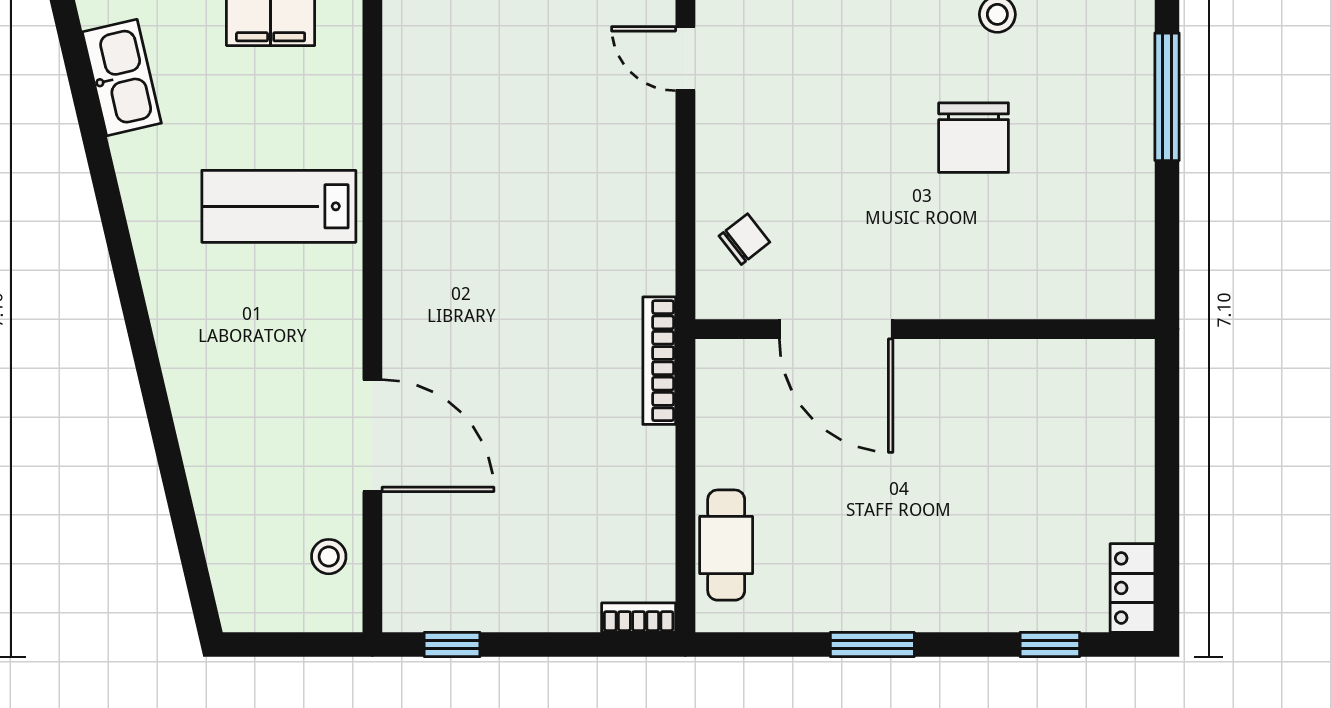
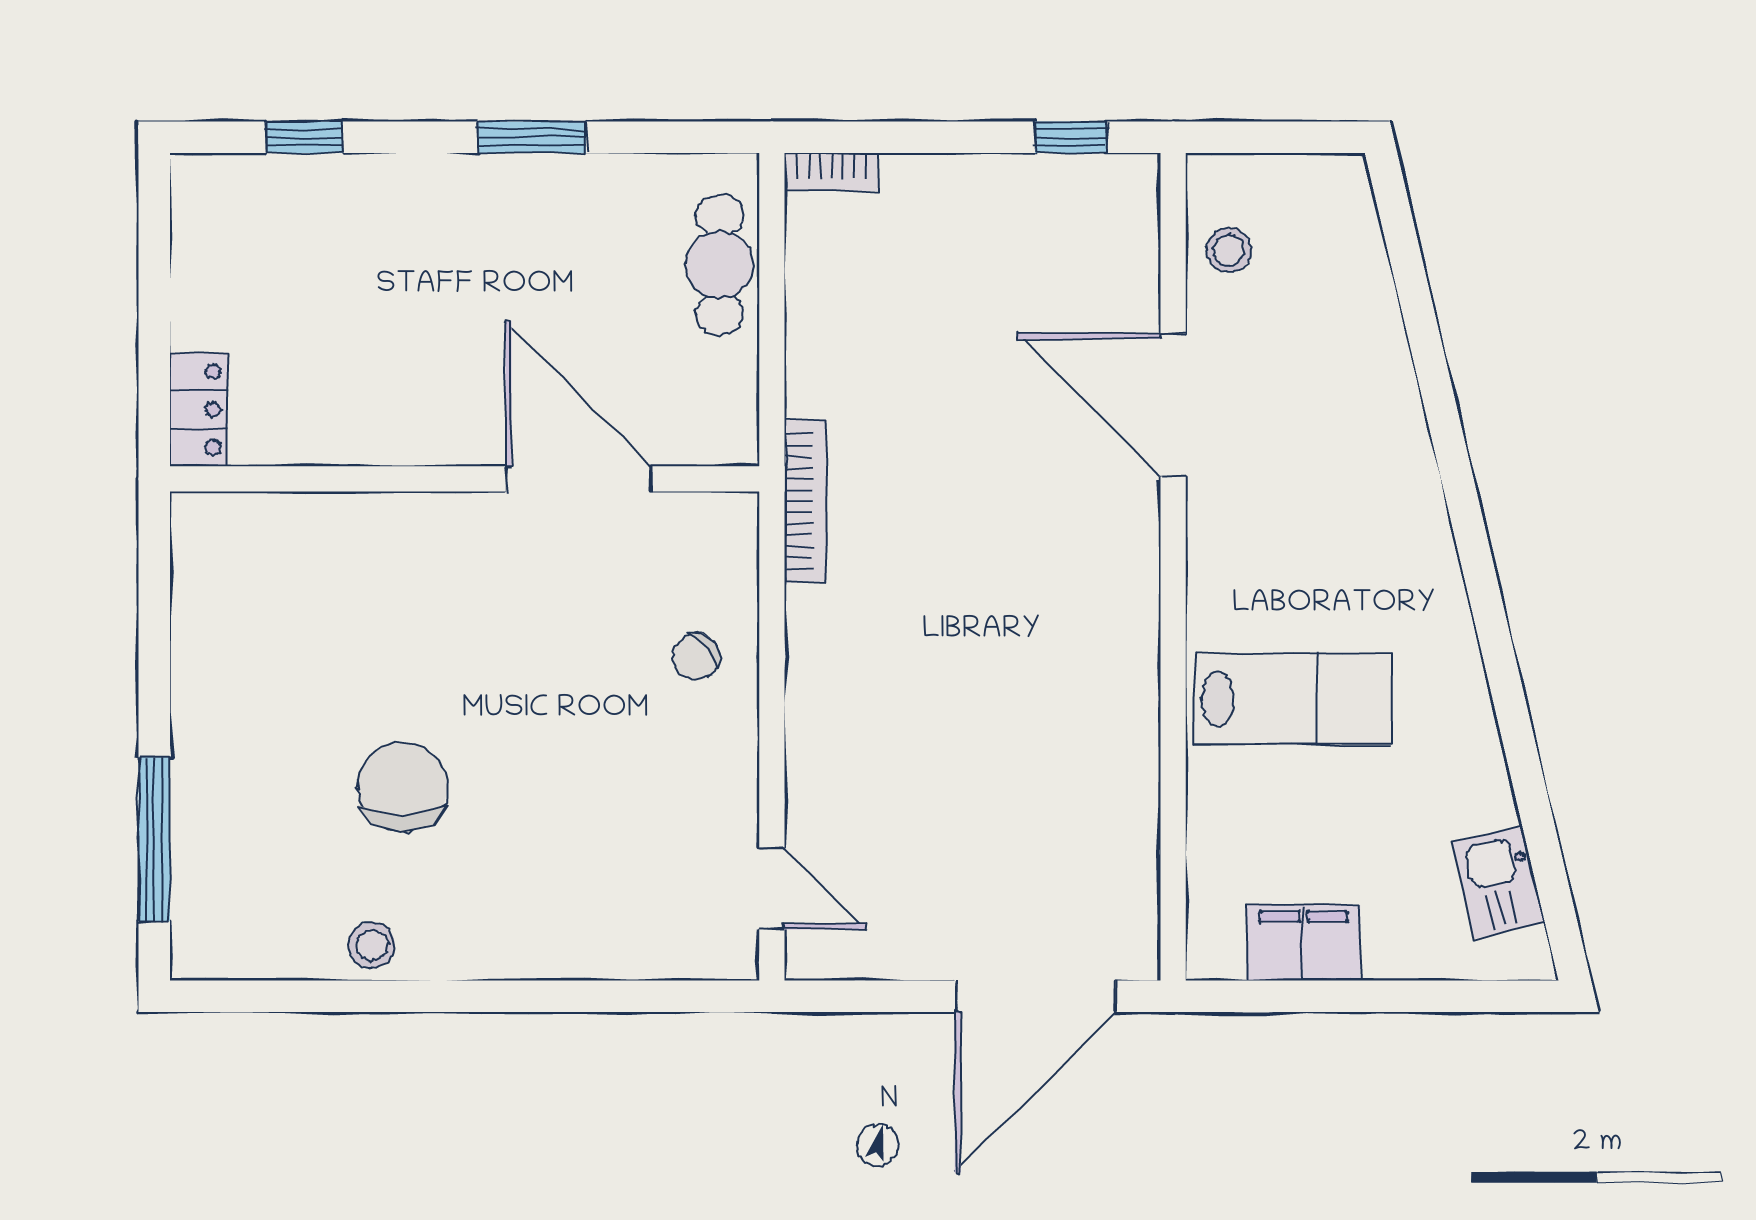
kitchen sink: (122, 78) -> (1498, 882), width x0.73
door: (836, 329) -> (578, 479), moved
wall: (925, 329) -> (465, 479), moved
locker: (1132, 588) -> (199, 410), moved

